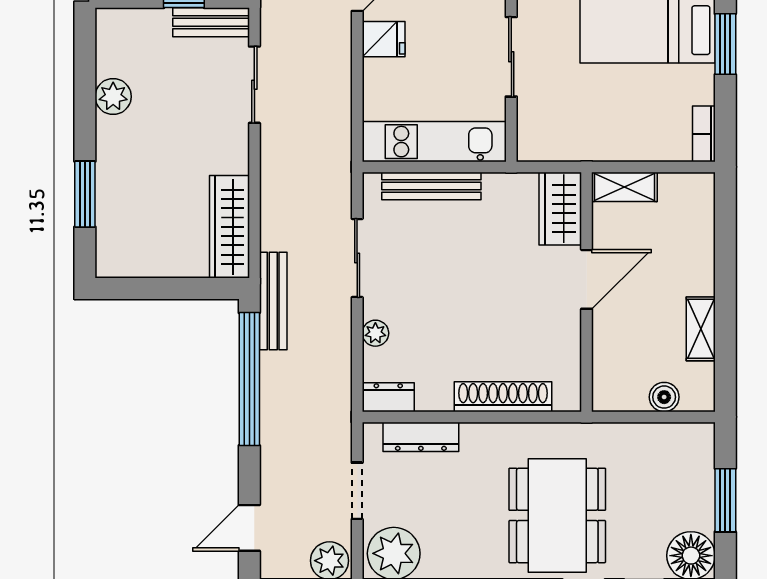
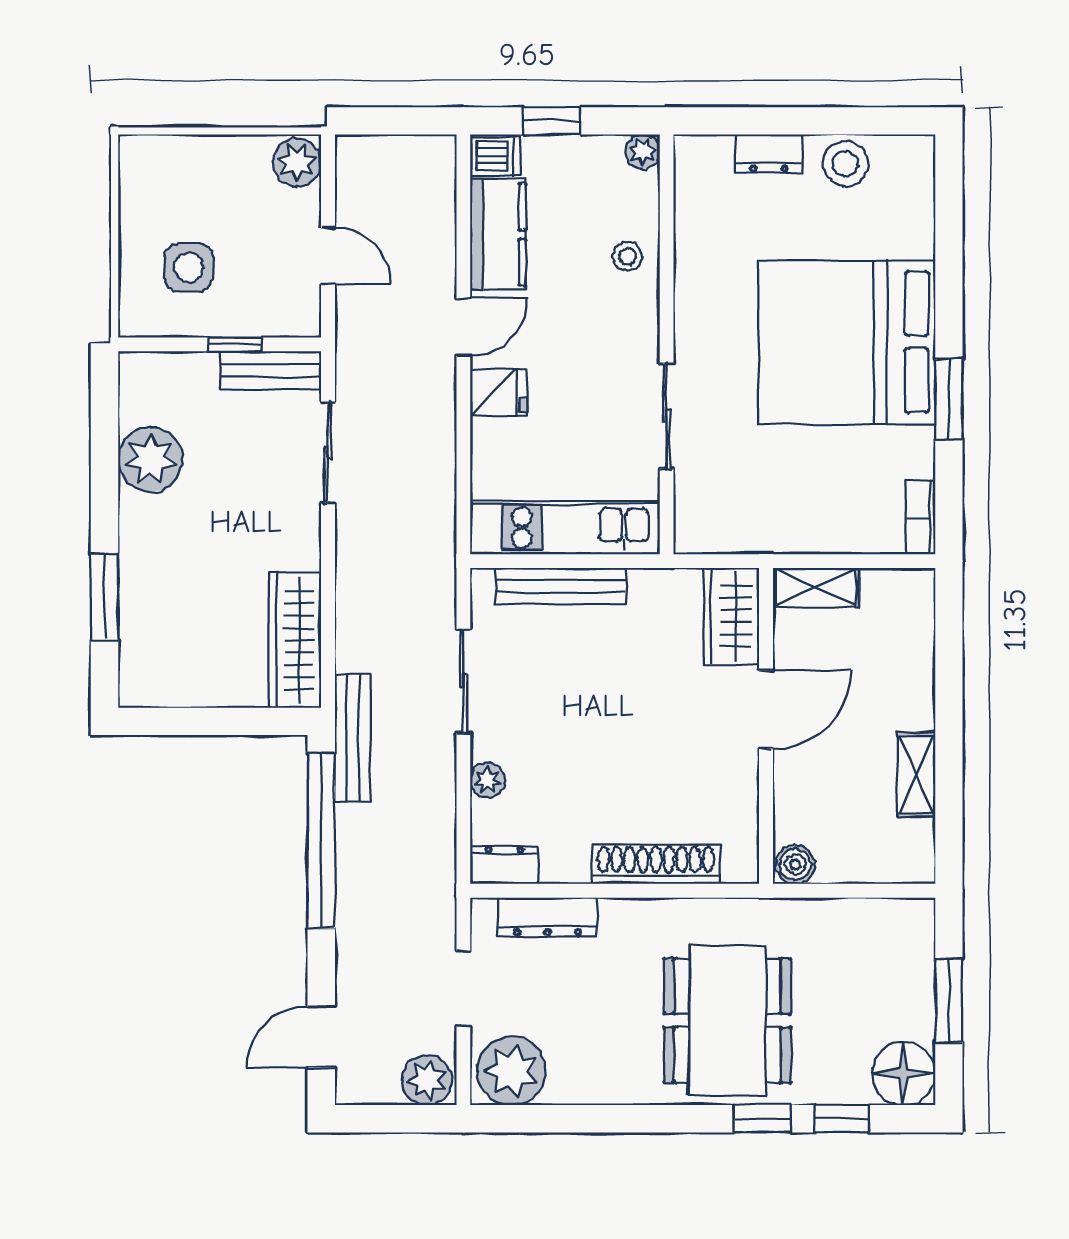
plant: (113, 97) -> (150, 460), width x1.36, depth x1.36
boiler: (664, 397) -> (795, 864), moved

